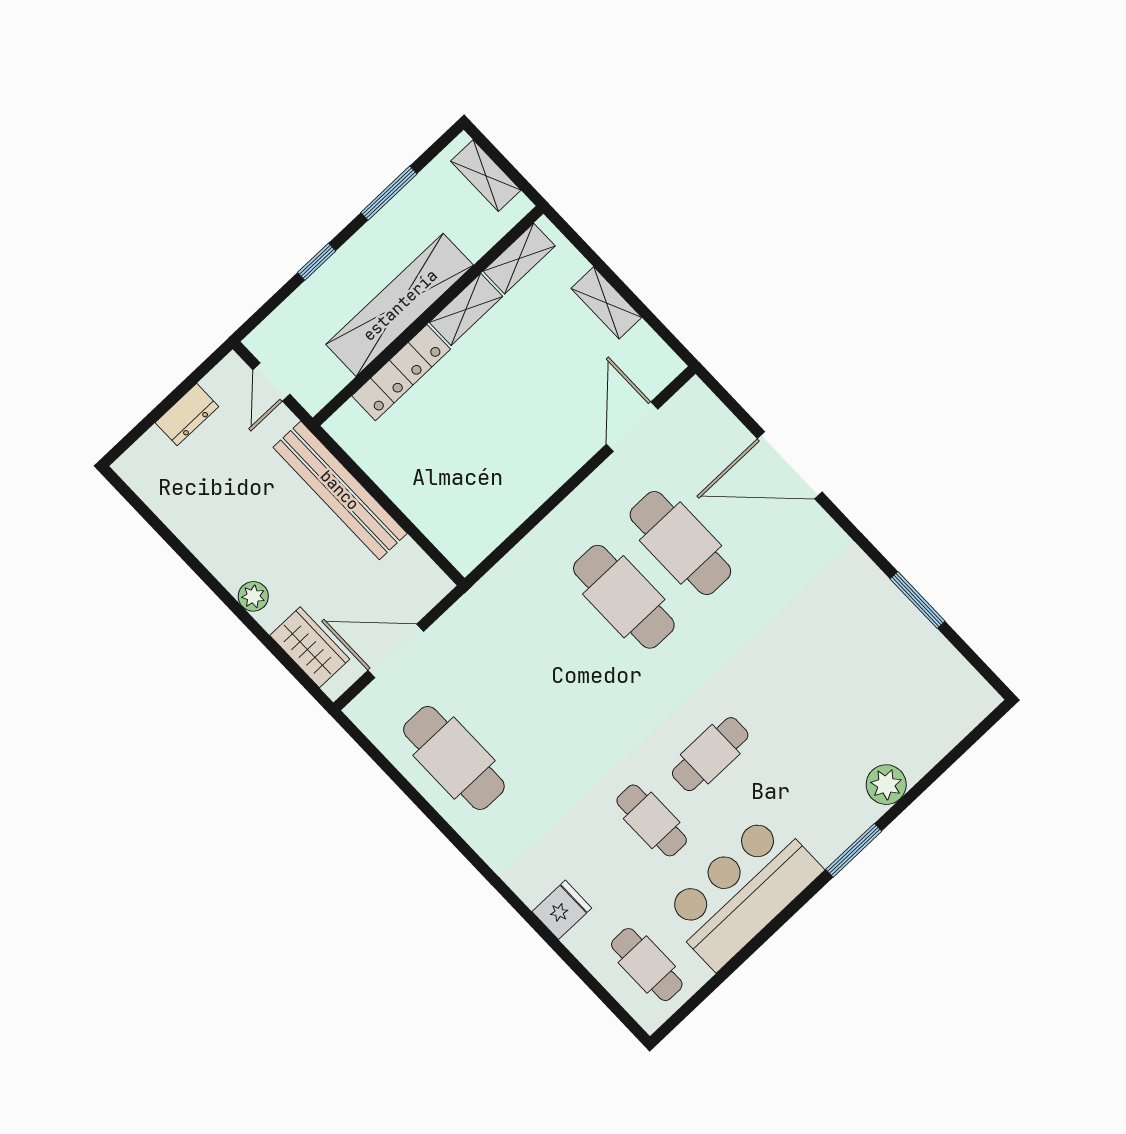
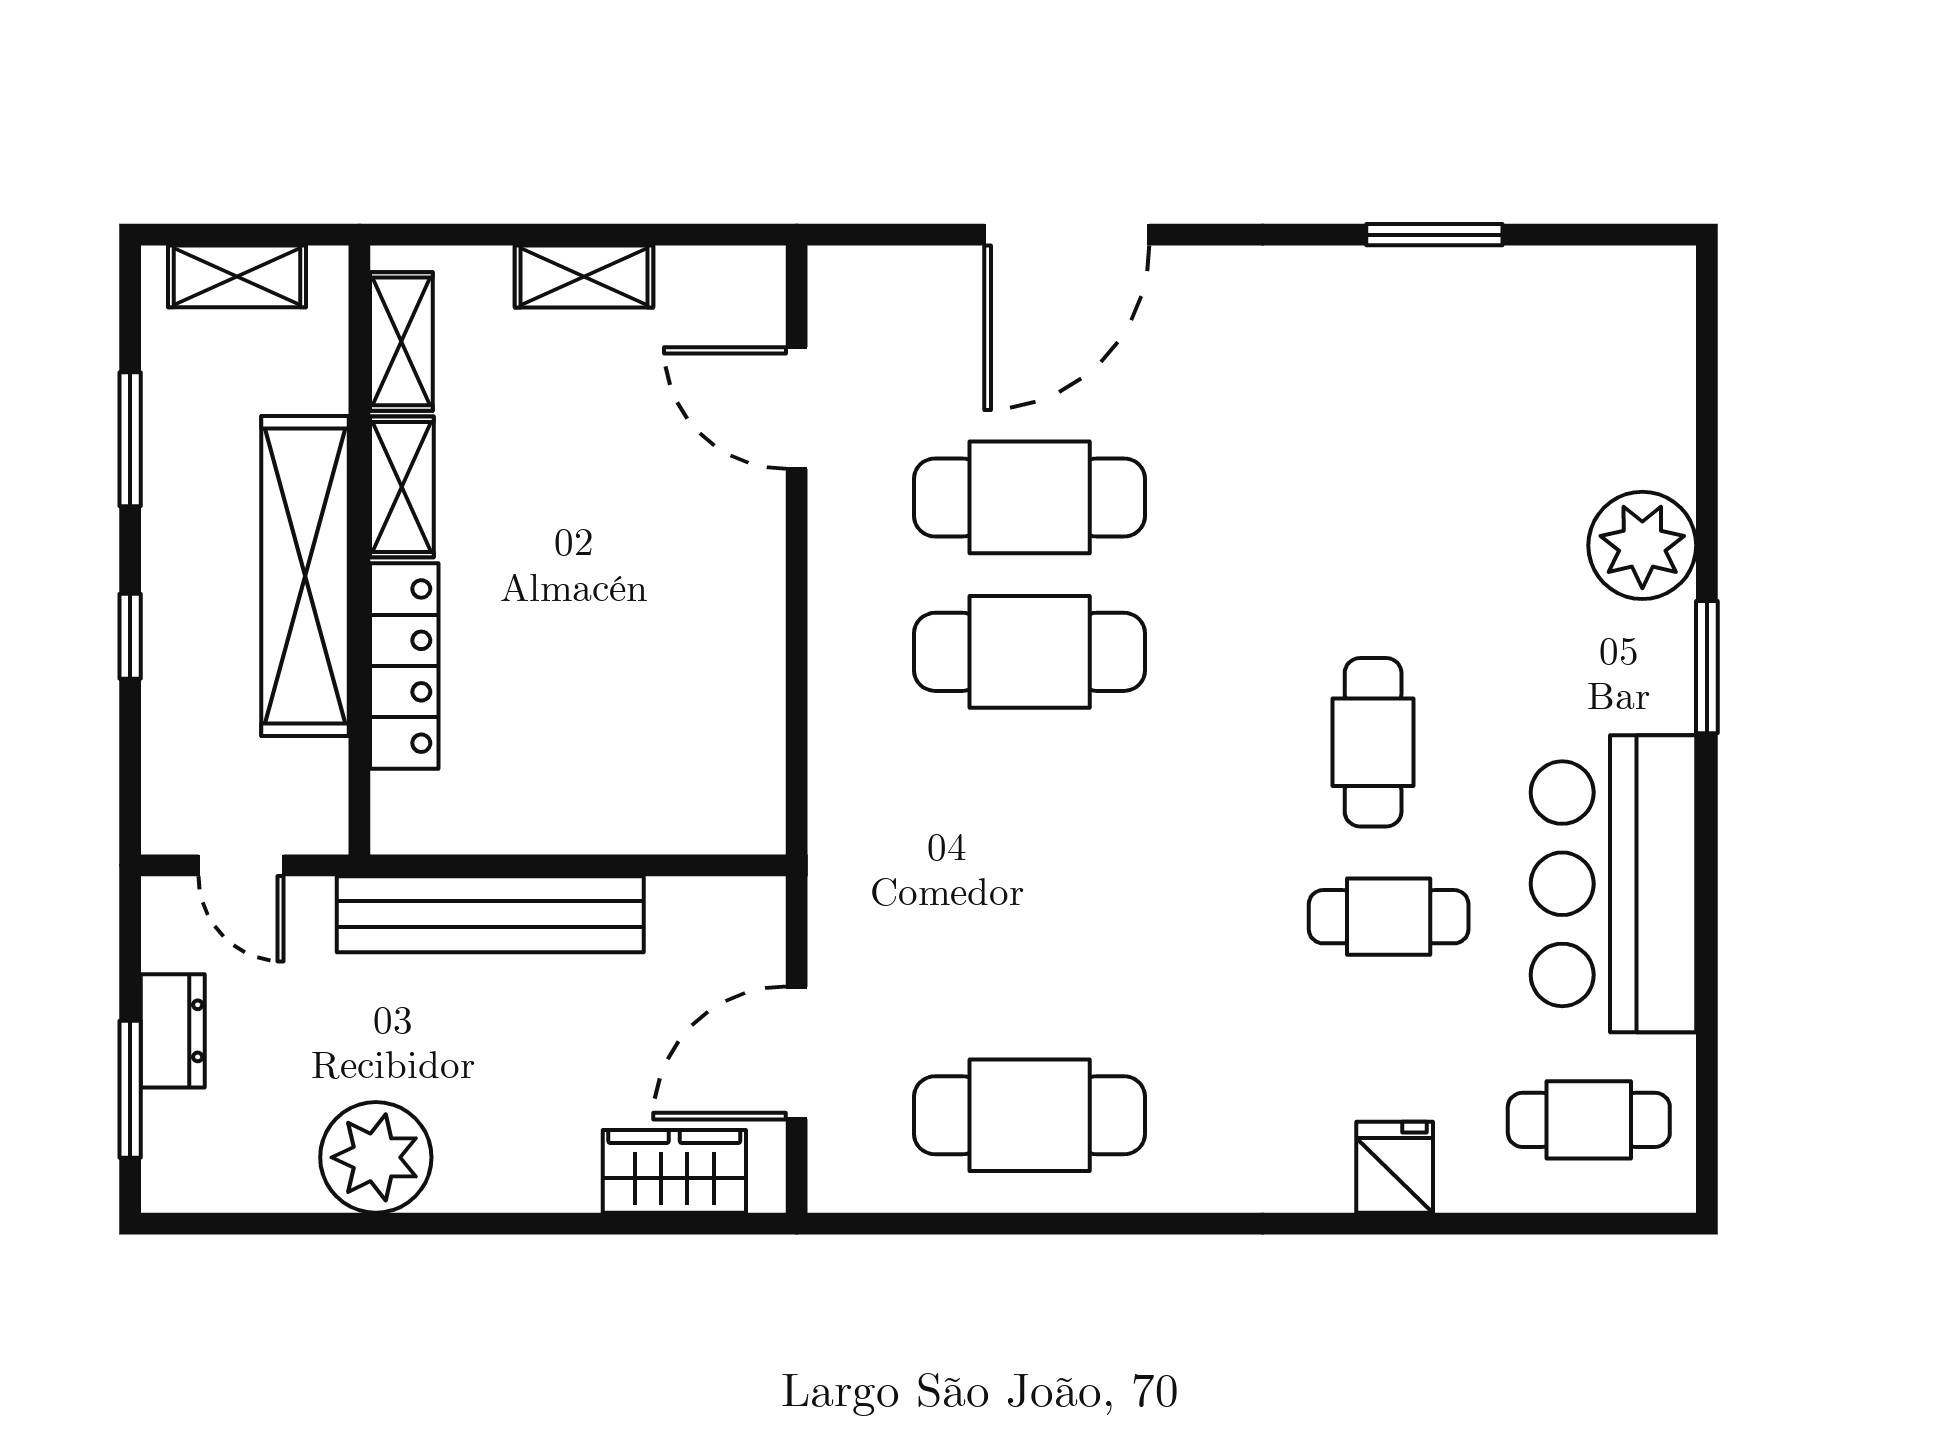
window: (151, 419) -> (130, 1089), added
plant: (253, 596) -> (376, 1157), moved, width x1.87, depth x1.87
plant: (886, 785) -> (1642, 545), width x1.36, depth x1.36

